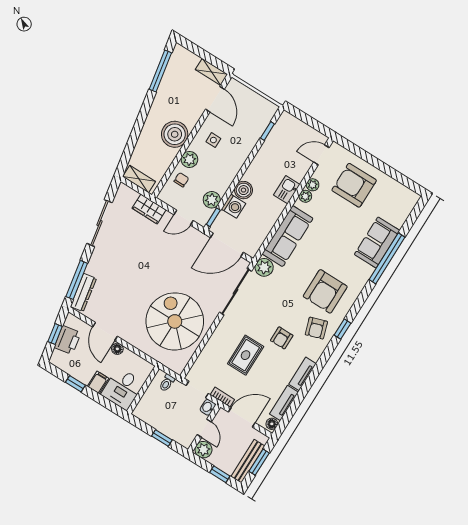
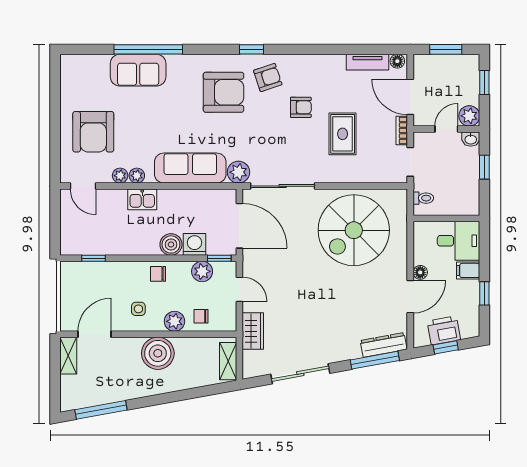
chair: (229, 169) -> (158, 274), added
rug: (246, 355) -> (343, 134), turned 90
tv unit: (303, 374) -> (325, 62), removed
washbasin: (208, 407) -> (471, 139), moved
bench: (248, 461) -> (452, 62), removed

